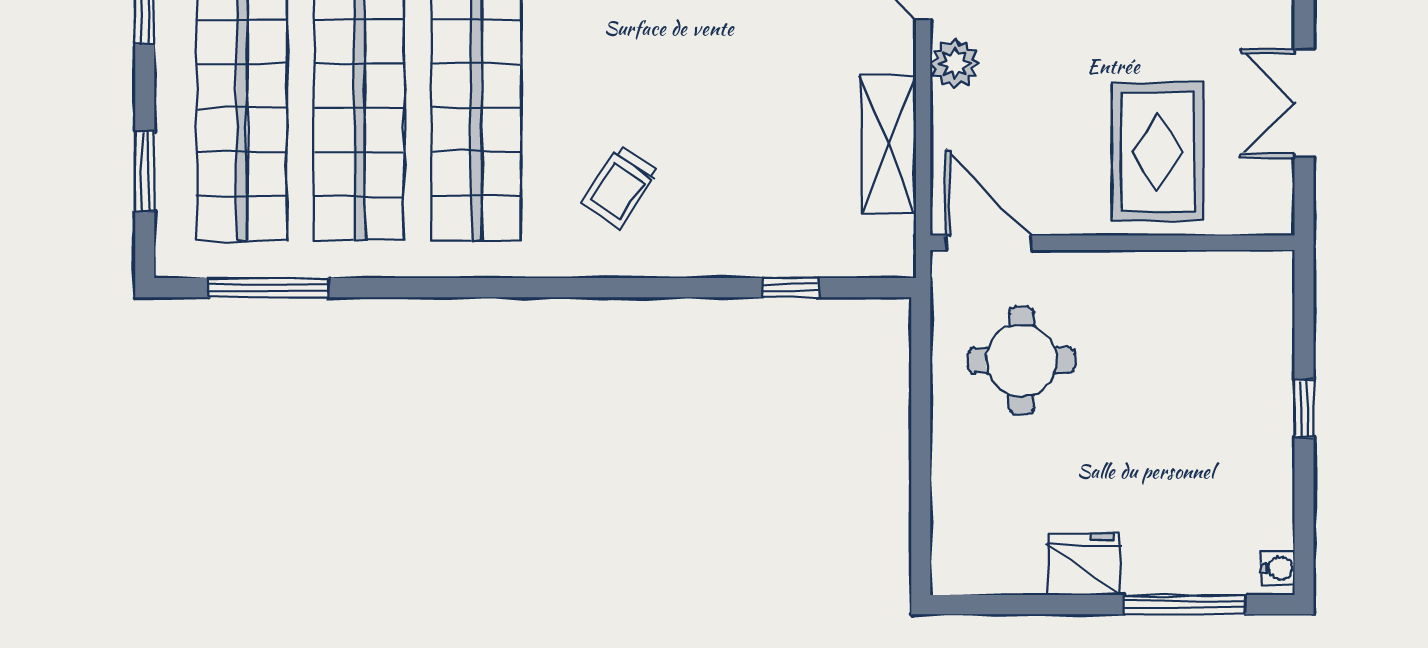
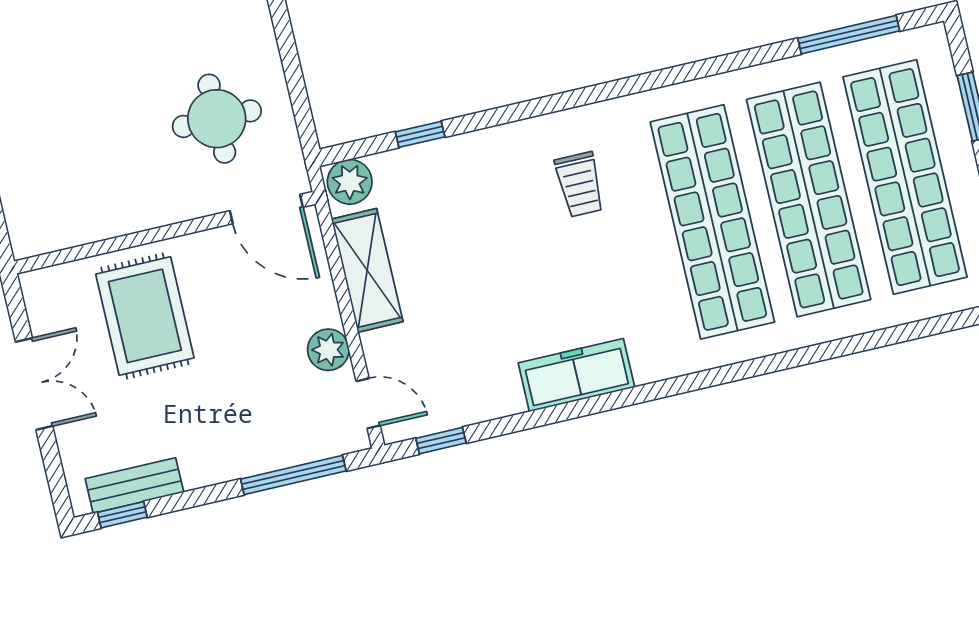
trolley: (620, 187) -> (580, 184), turned 146
plant: (885, 252) -> (350, 182), added

